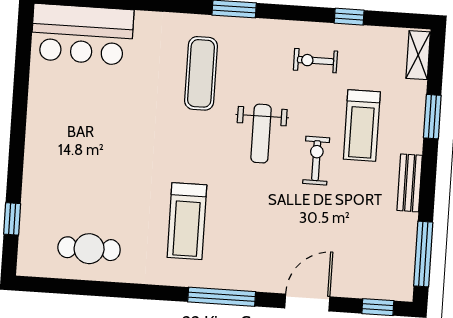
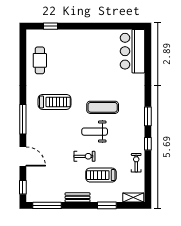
window: (349, 17) -> (148, 144), moved
exercise bike: (315, 61) -> (136, 163), moved
exercise mat: (201, 73) -> (103, 107), moved
treadmill: (187, 221) -> (55, 102), turned 180

